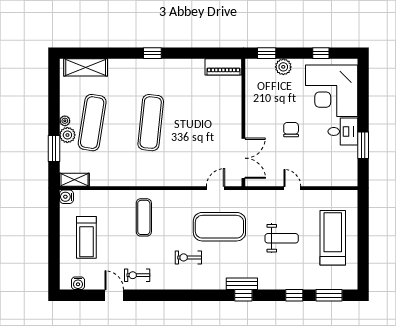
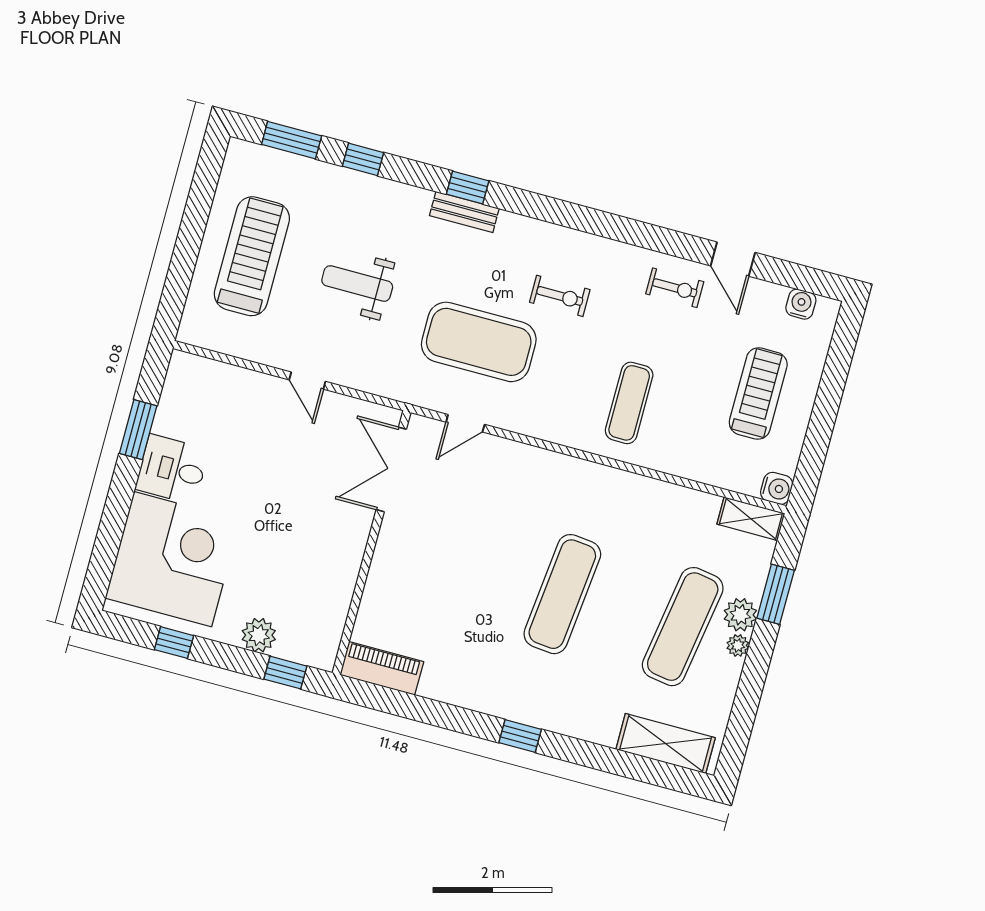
chair: (291, 130) -> (278, 502), removed
treadmill: (333, 238) -> (252, 256), turned 180

